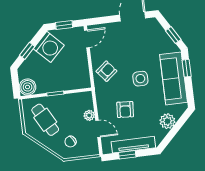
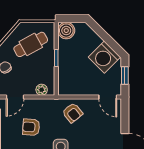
window: (27, 51) -> (103, 35), removed
plant: (89, 115) -> (42, 90), moved

